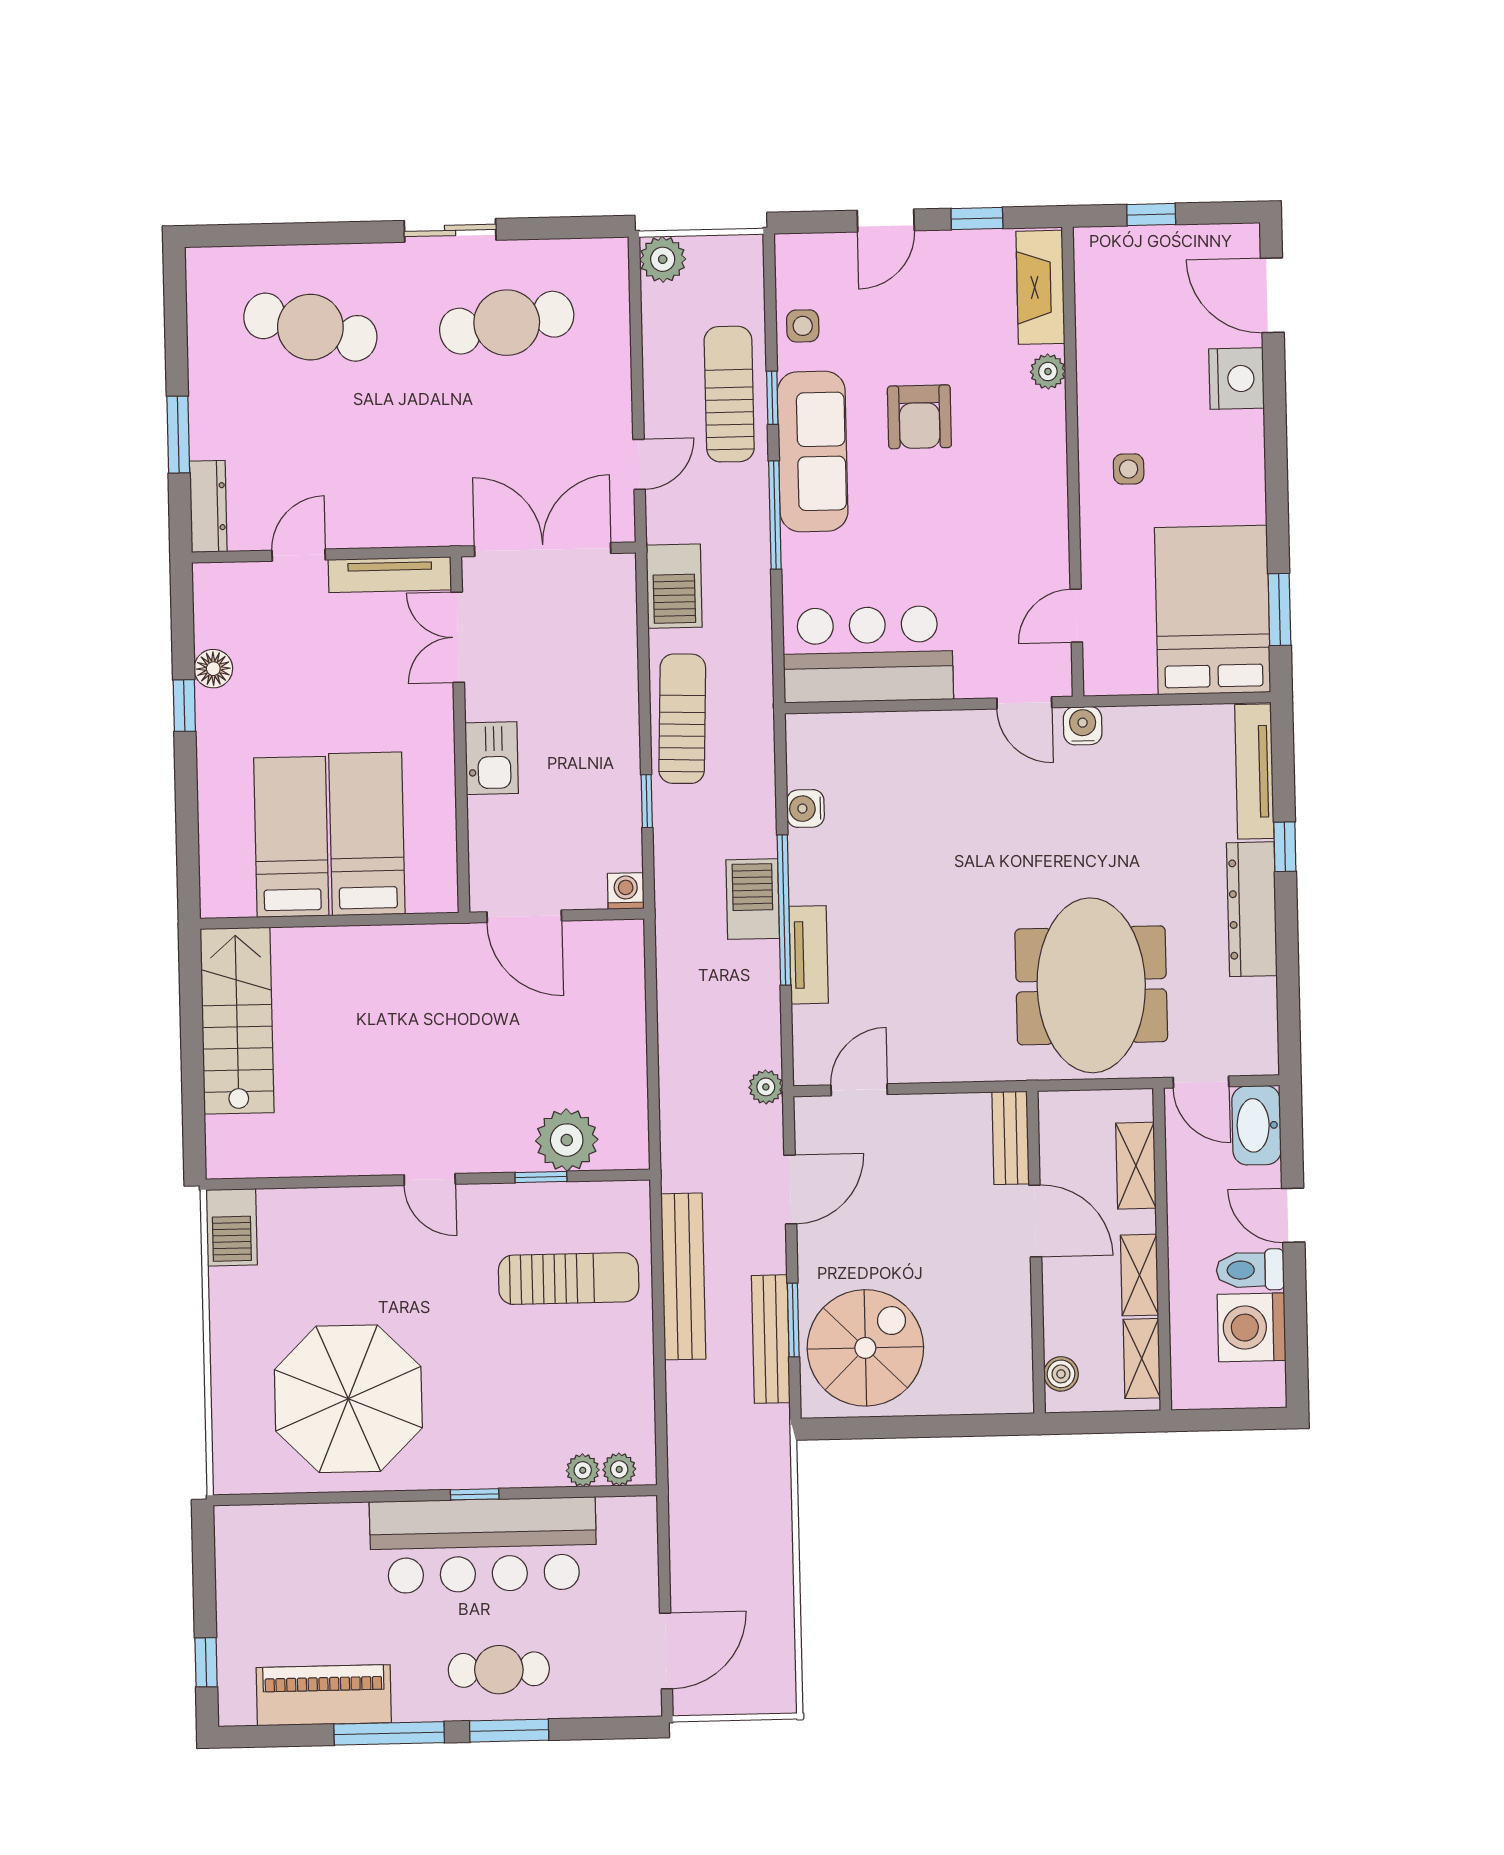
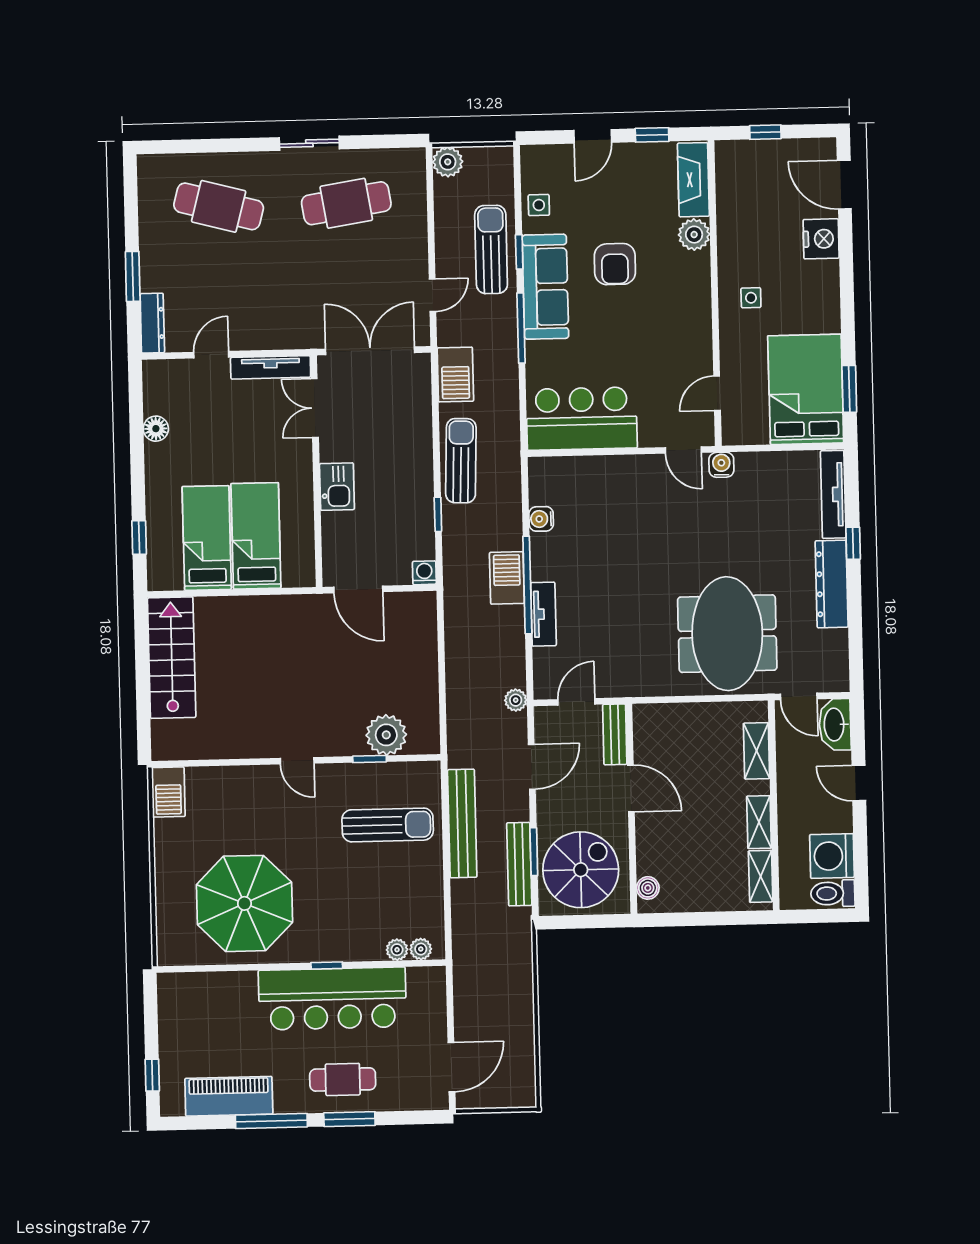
plant: (1048, 372) -> (694, 235), width x1.38, depth x1.38
window: (184, 706) -> (139, 538), moved
bench: (1011, 1138) -> (615, 734), moved
door: (1035, 1221) -> (631, 788), moved
wall: (1036, 1252) -> (631, 809), moved
toilet: (1250, 1270) -> (833, 893), moved
boiler: (1061, 1374) -> (648, 888), moved

